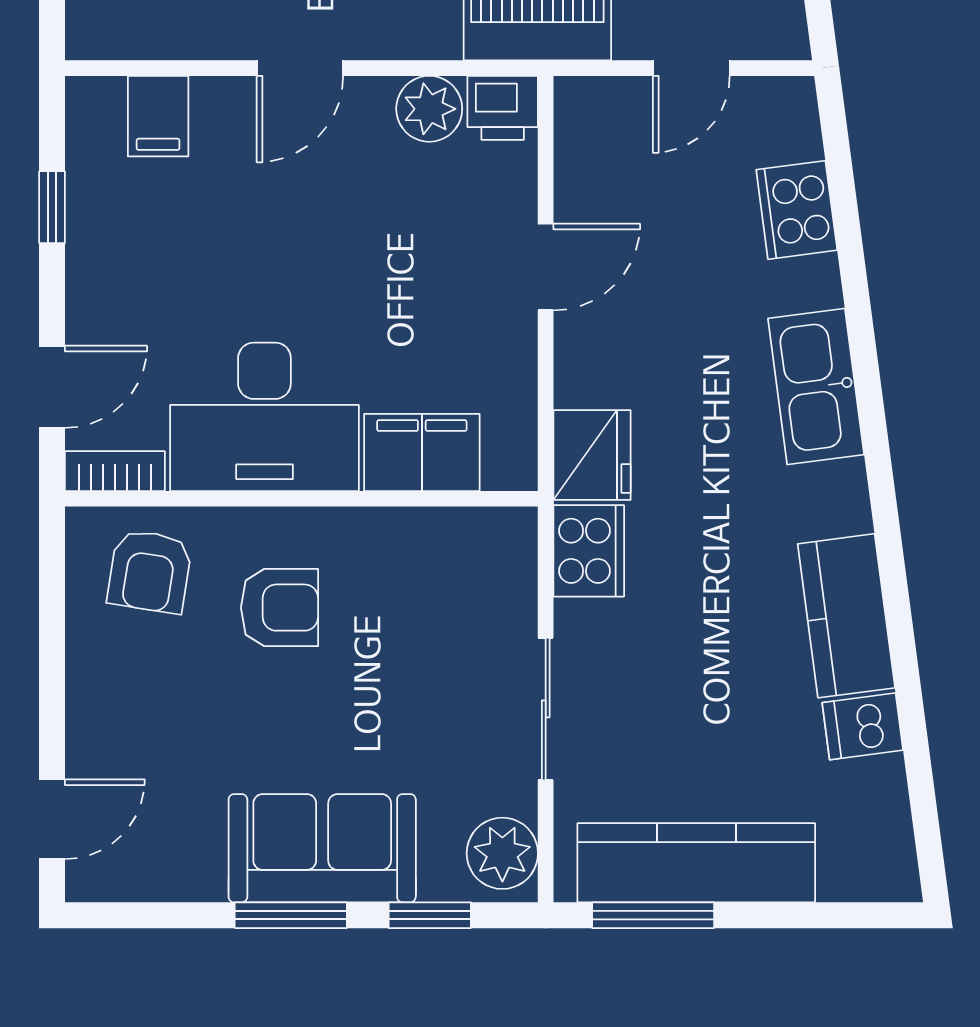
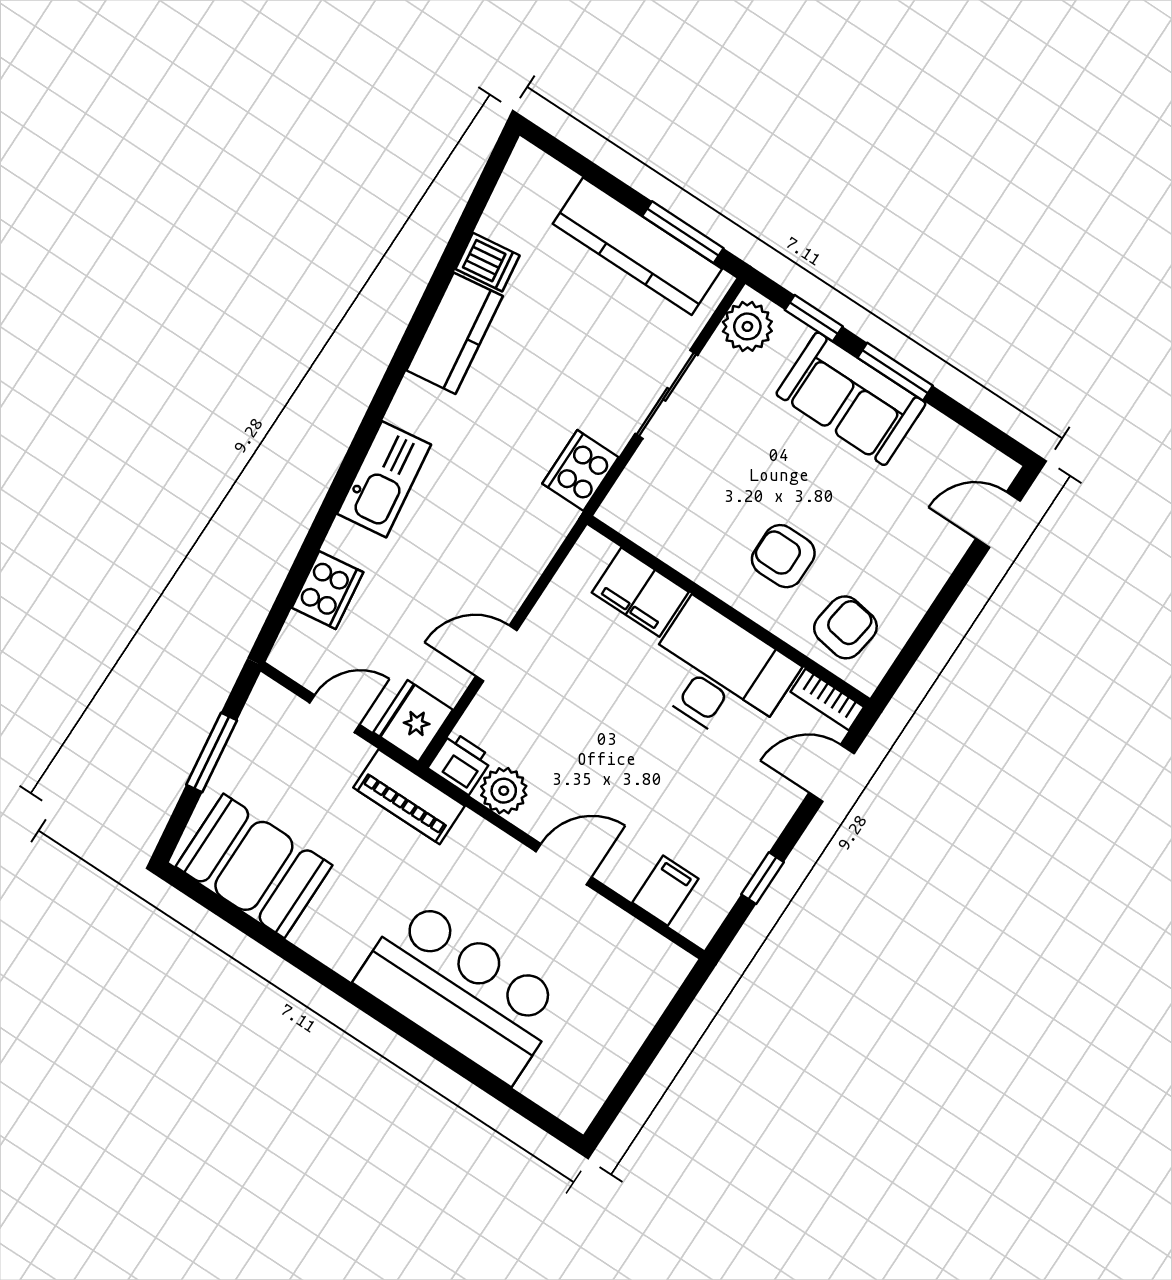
fridge: (592, 455) -> (413, 721), moved

